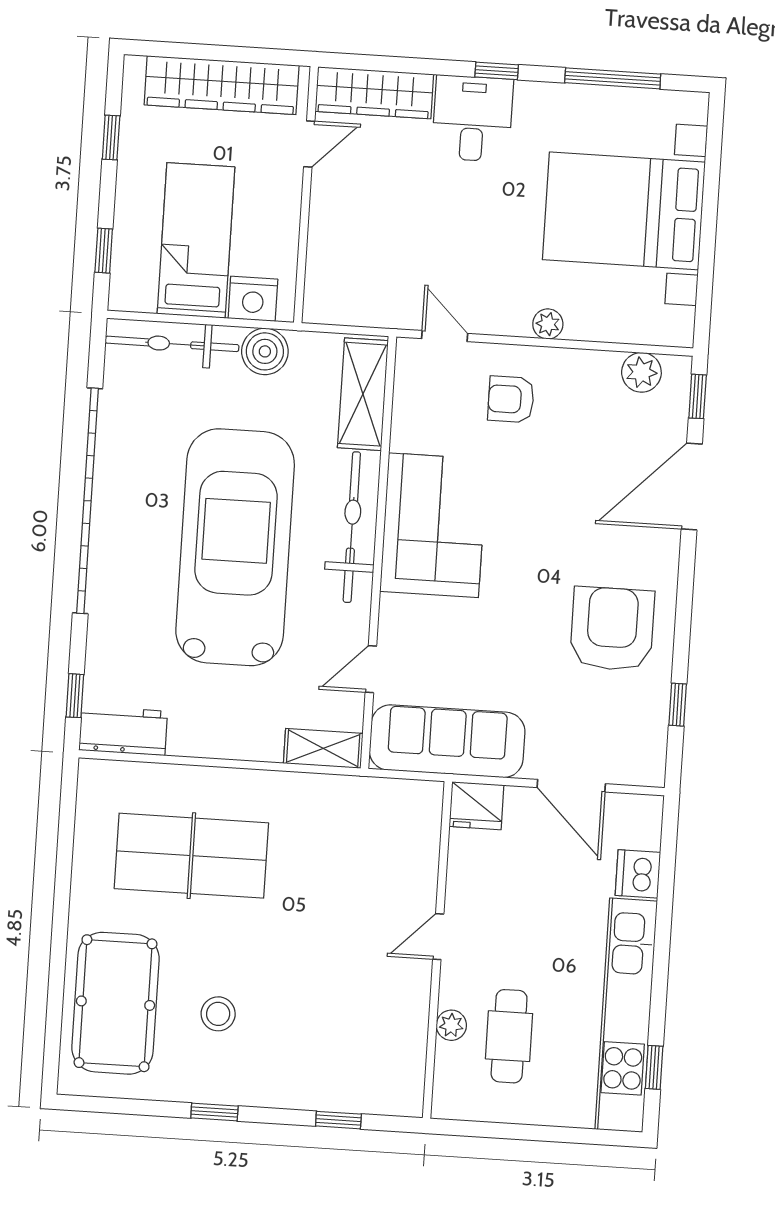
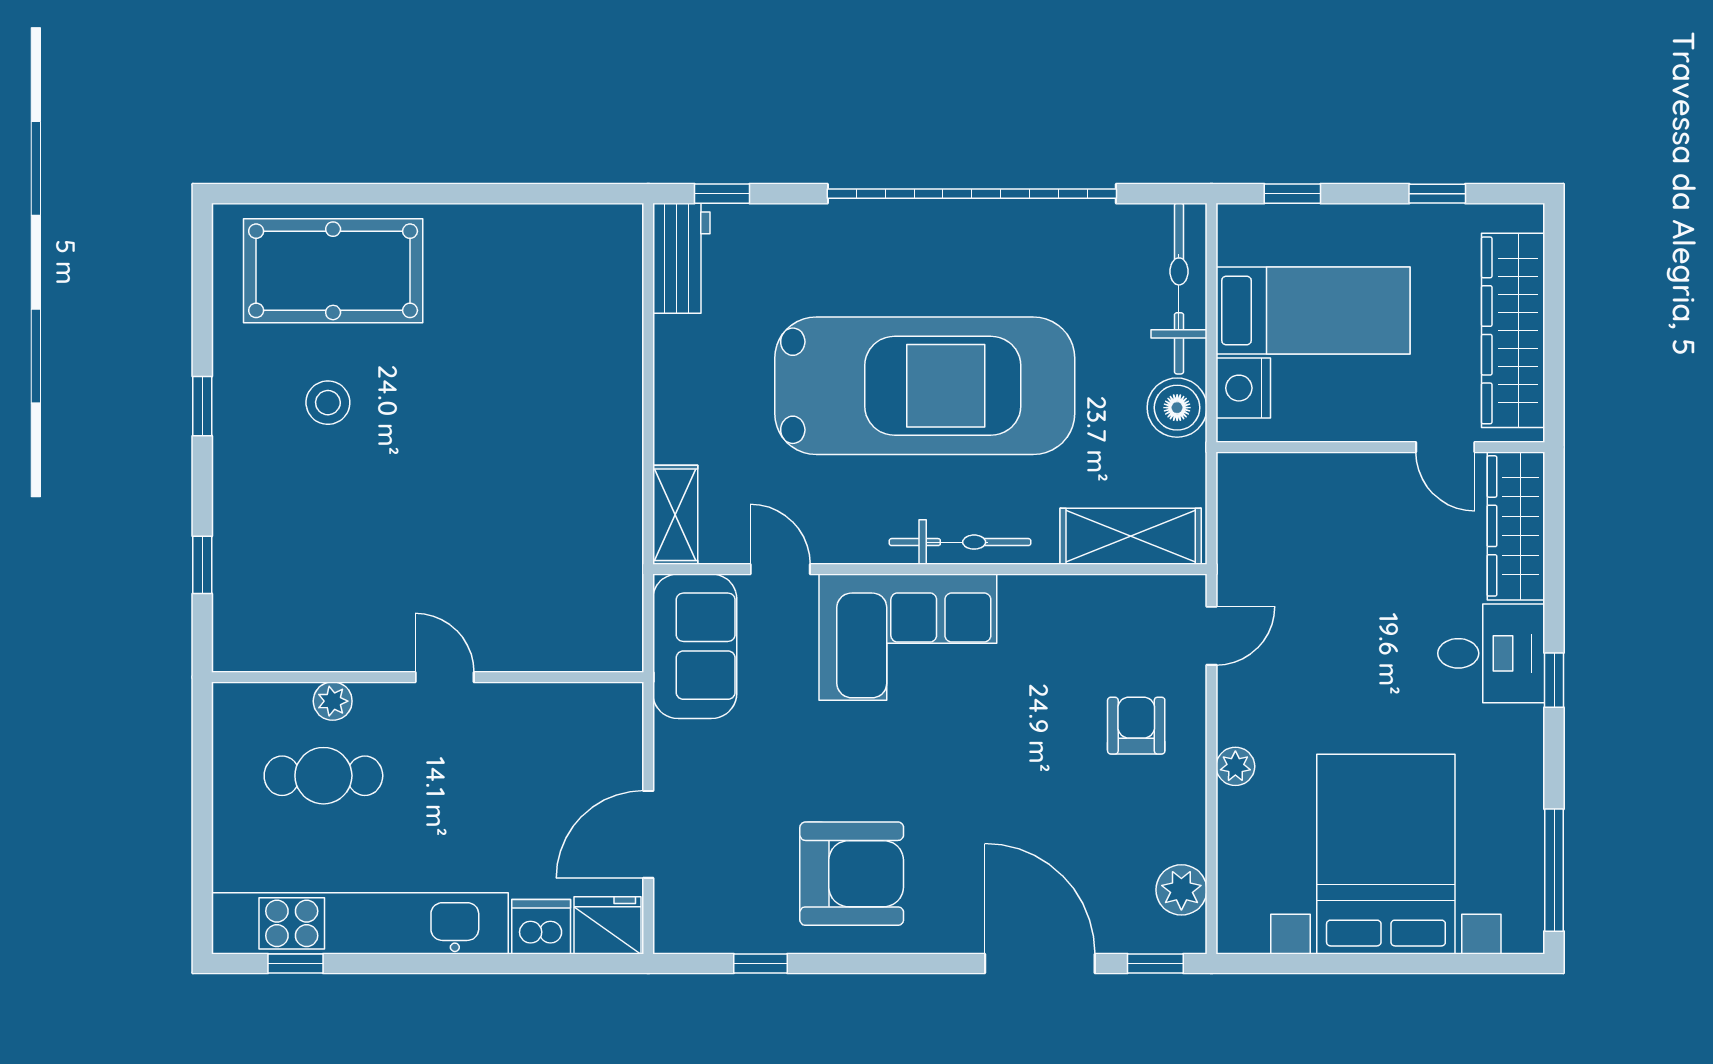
window: (613, 78) -> (1554, 870), moved
corner sofa: (434, 525) -> (908, 637), moved
bicycle: (352, 527) -> (960, 542), width x0.73, depth x0.71
sofa: (447, 741) -> (695, 646), width x0.73
fridge: (476, 806) -> (607, 925), moved, turned 90
table tennis table: (191, 856) -> (528, 355), removed

